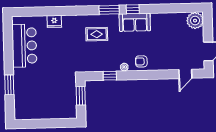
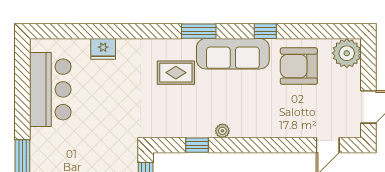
window: (133, 9) -> (265, 31), moved
sofa: (135, 22) -> (233, 54), width x1.36
armchair: (141, 61) -> (299, 66), moved, width x1.88, depth x1.88

